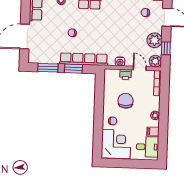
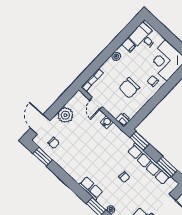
window: (166, 48) -> (62, 101), removed
row of seats: (84, 59) -> (149, 164), moved
plant: (155, 61) -> (79, 98), removed
window: (73, 69) -> (140, 141), moved
printer: (125, 74) -> (123, 120), moved

